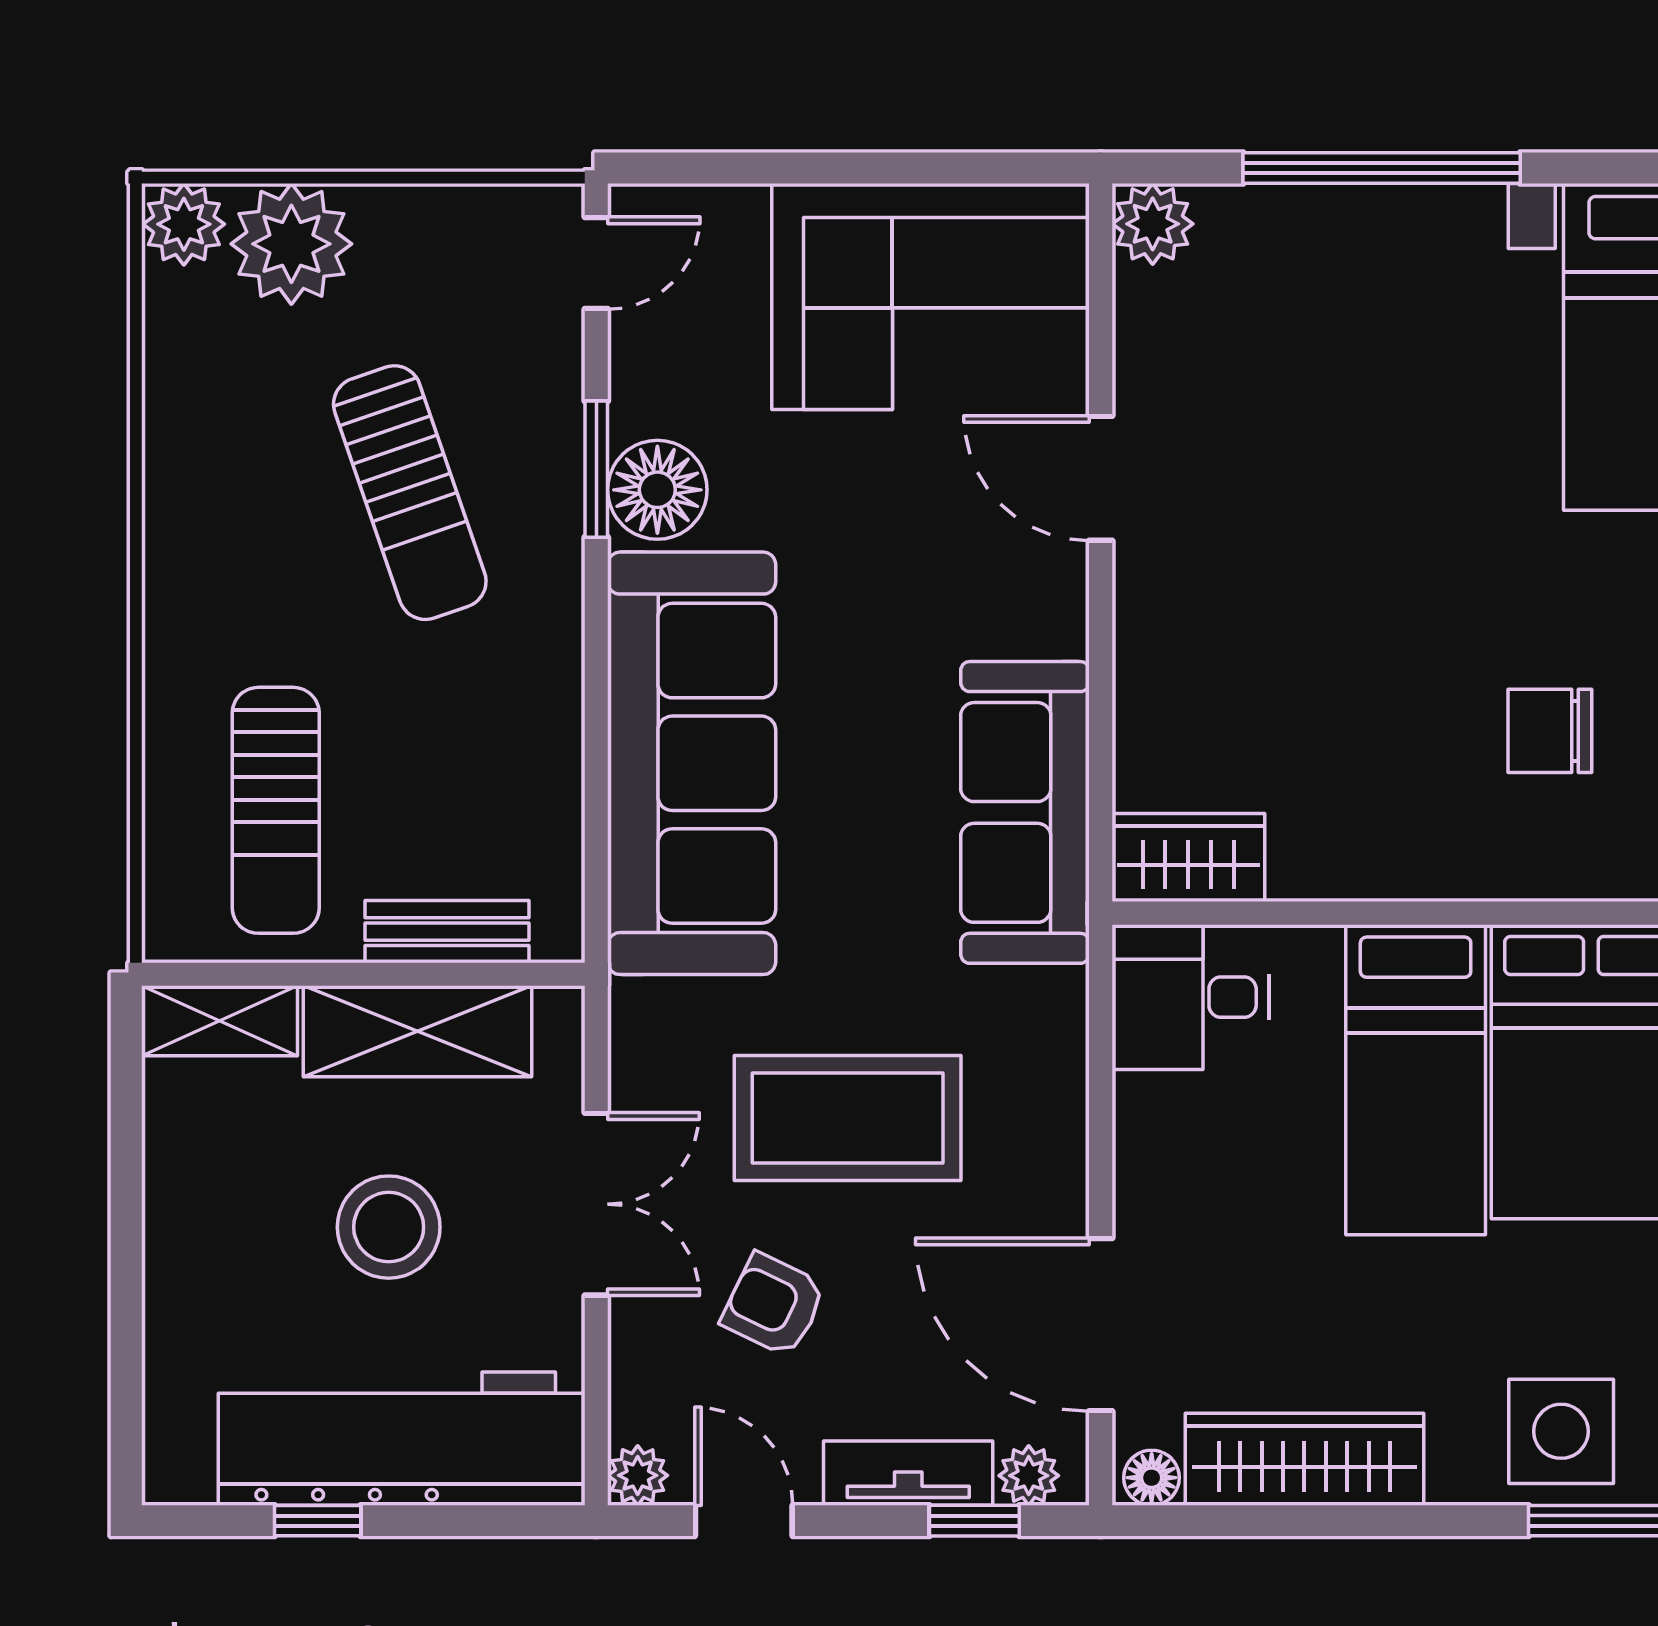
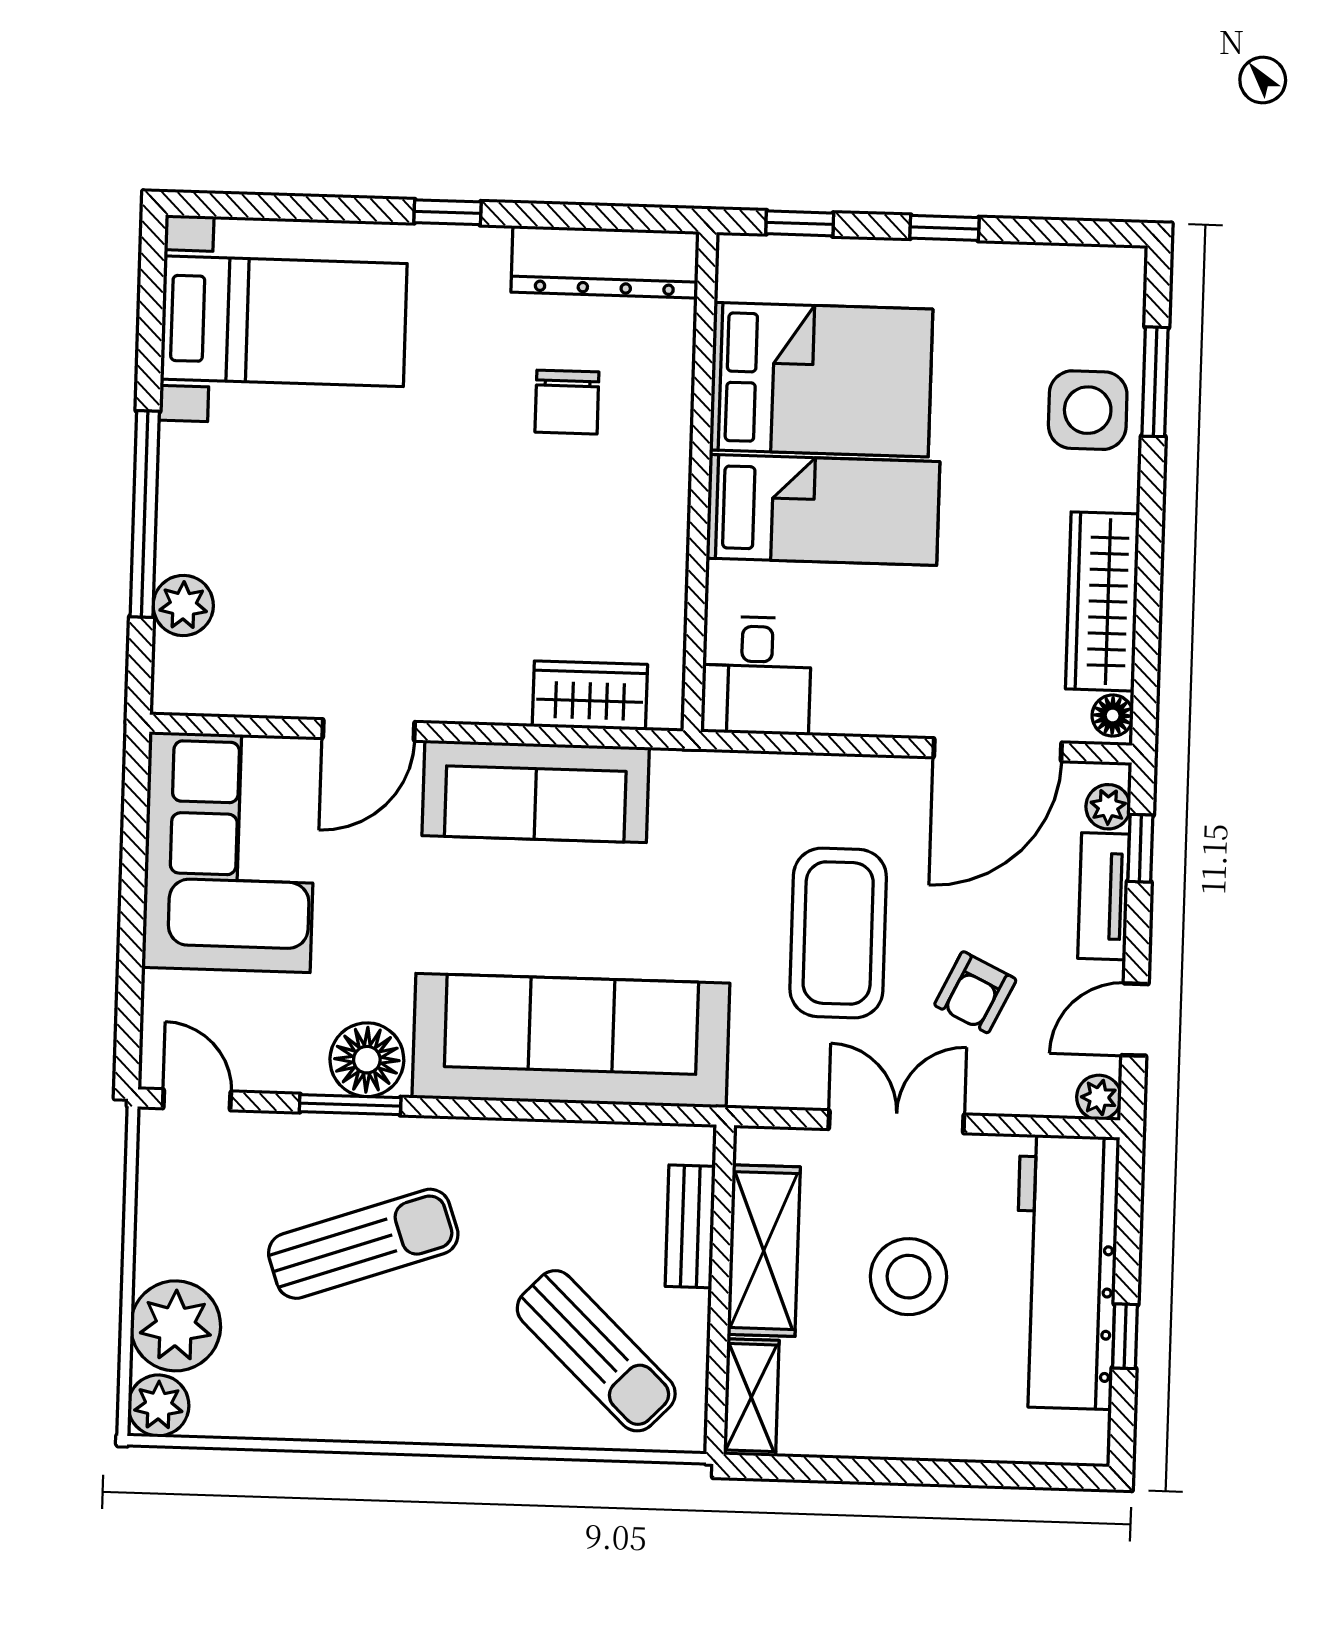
plant: (1153, 224) -> (183, 606), moved
sun lounger: (276, 810) -> (596, 1351), turned 44
sofa: (1025, 812) -> (536, 792), moved
wardrobe: (1188, 857) -> (590, 696), moved, turned 90

